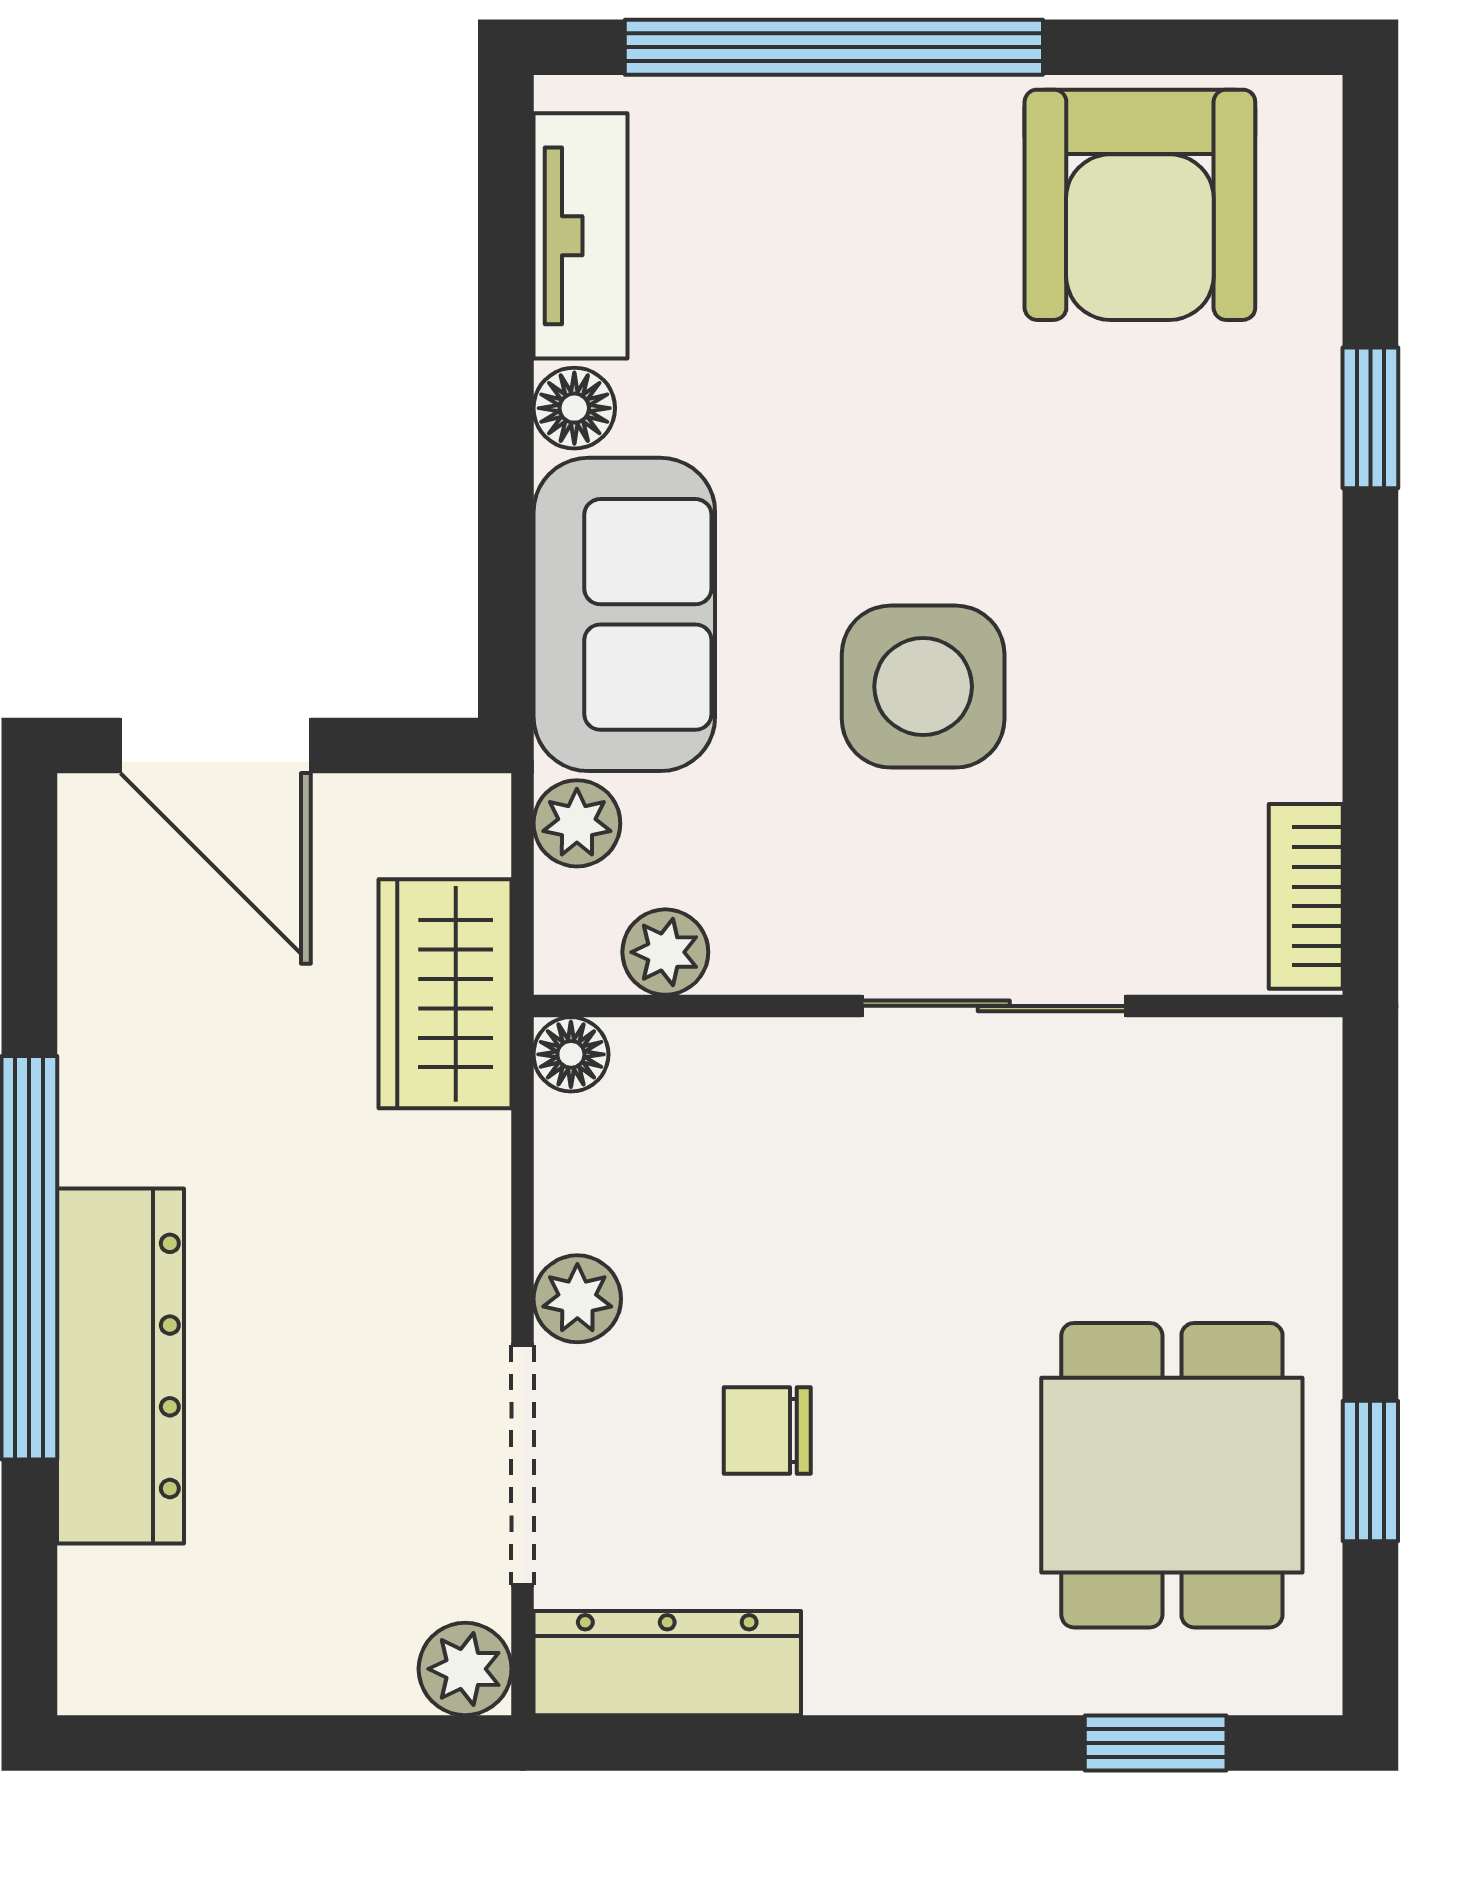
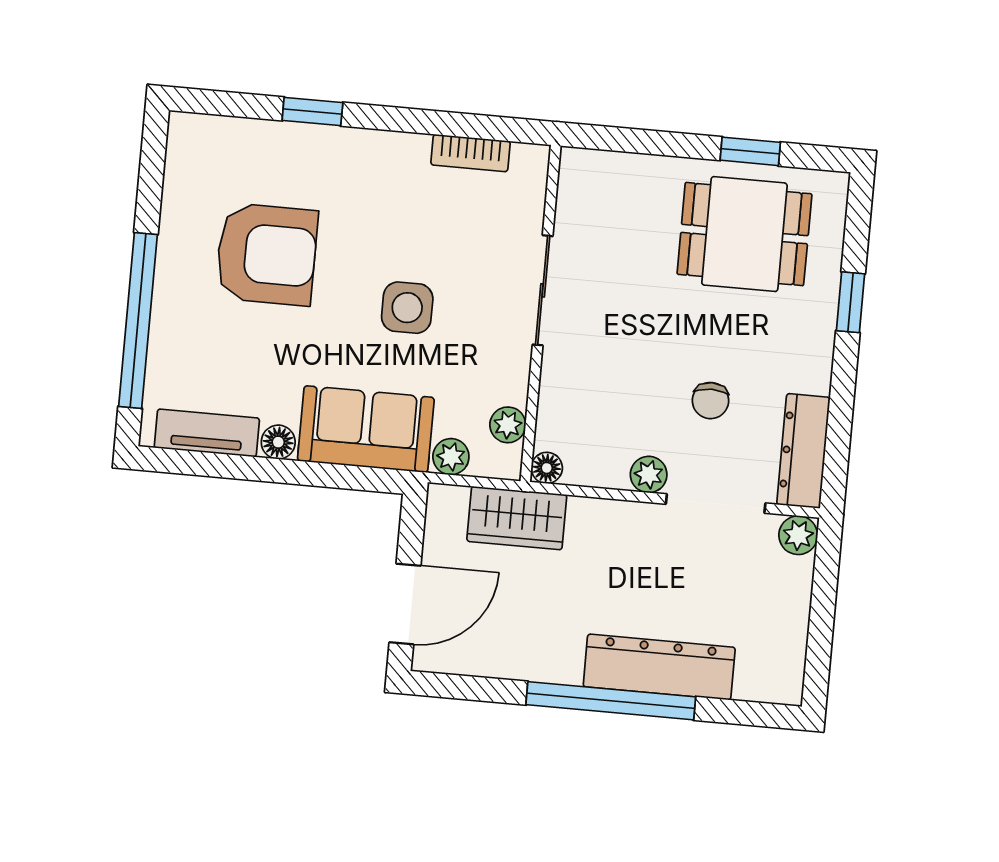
armchair: (1140, 205) -> (267, 254), moved
side table: (923, 687) -> (407, 308), width x0.73, depth x0.73
bookcase: (1306, 896) -> (471, 153), moved
window: (1156, 1743) -> (850, 302), moved

